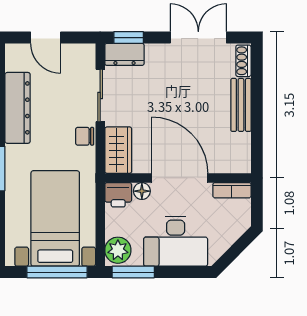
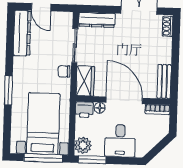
window: (129, 38) -> (94, 9), removed
dresser: (124, 54) -> (97, 20), width x1.44
bench: (241, 105) -> (164, 82), moved
dresser: (18, 108) -> (22, 33), moved
desk: (176, 241) -> (120, 141), width x0.73

